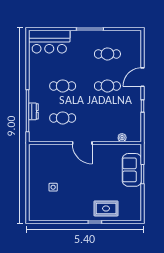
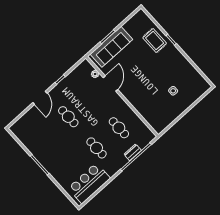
bar counter: (49, 42) -> (89, 183), moved, turned -90
cafe table: (107, 54) -> (46, 137), removed
door: (142, 77) -> (40, 98), hinge flipped
door: (82, 143) -> (110, 84), moved
sofa: (132, 170) -> (111, 47), width x1.36

